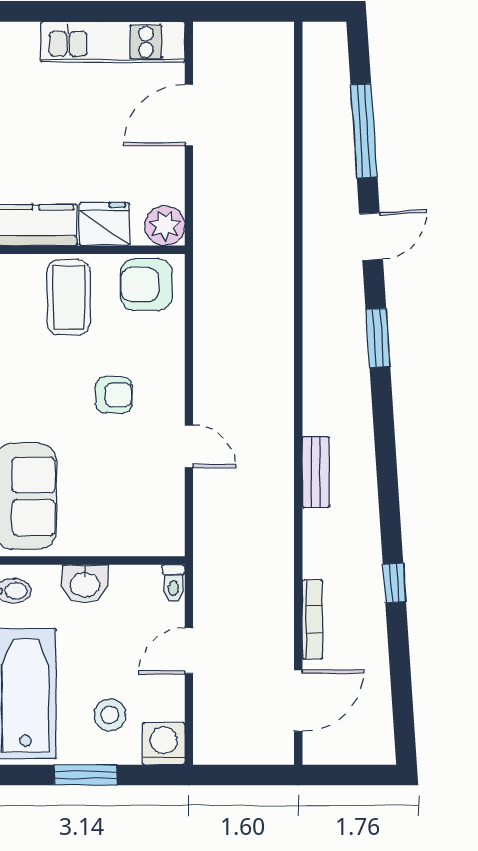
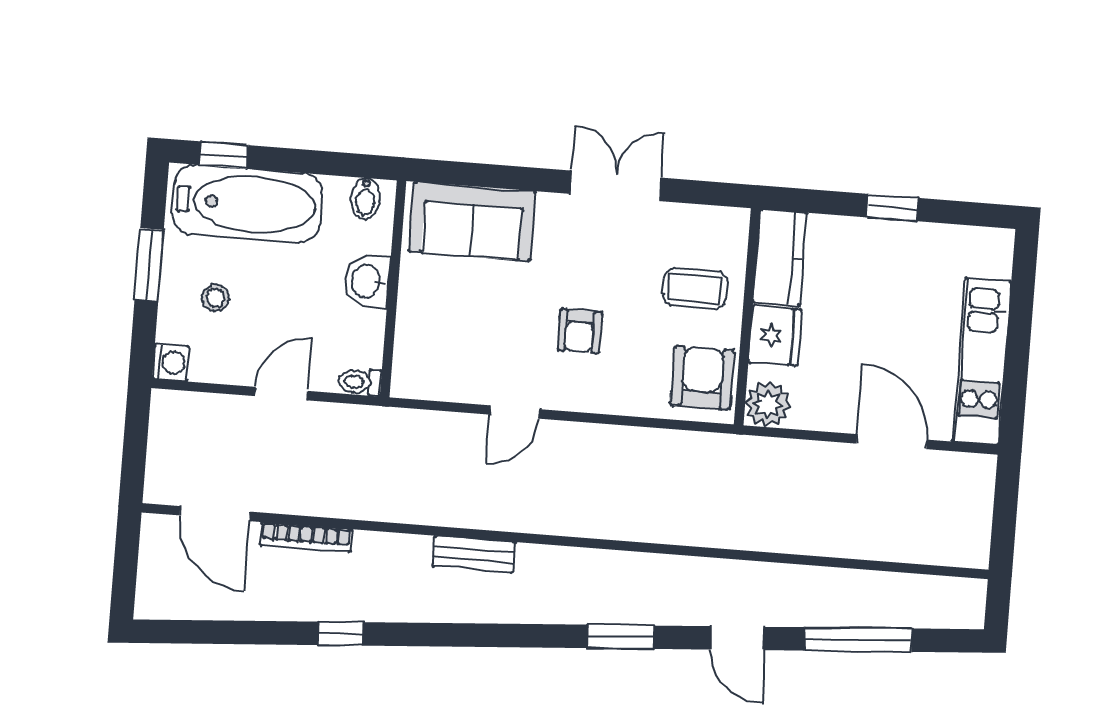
coffee table: (69, 297) -> (695, 288), width x0.73, depth x0.77
door: (189, 651) -> (282, 394), hinge flipped
stool: (110, 715) -> (216, 298), width x0.73, depth x0.73
washing machine: (164, 744) -> (171, 363), width x0.73, depth x0.73

